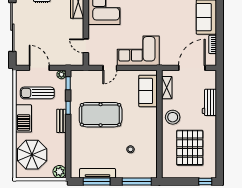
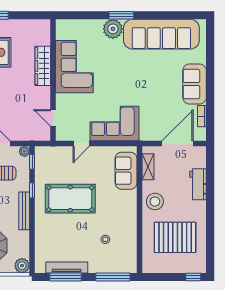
bench: (61, 121) -> (24, 211), width x1.36
pallet: (190, 148) -> (175, 237), turned 90

